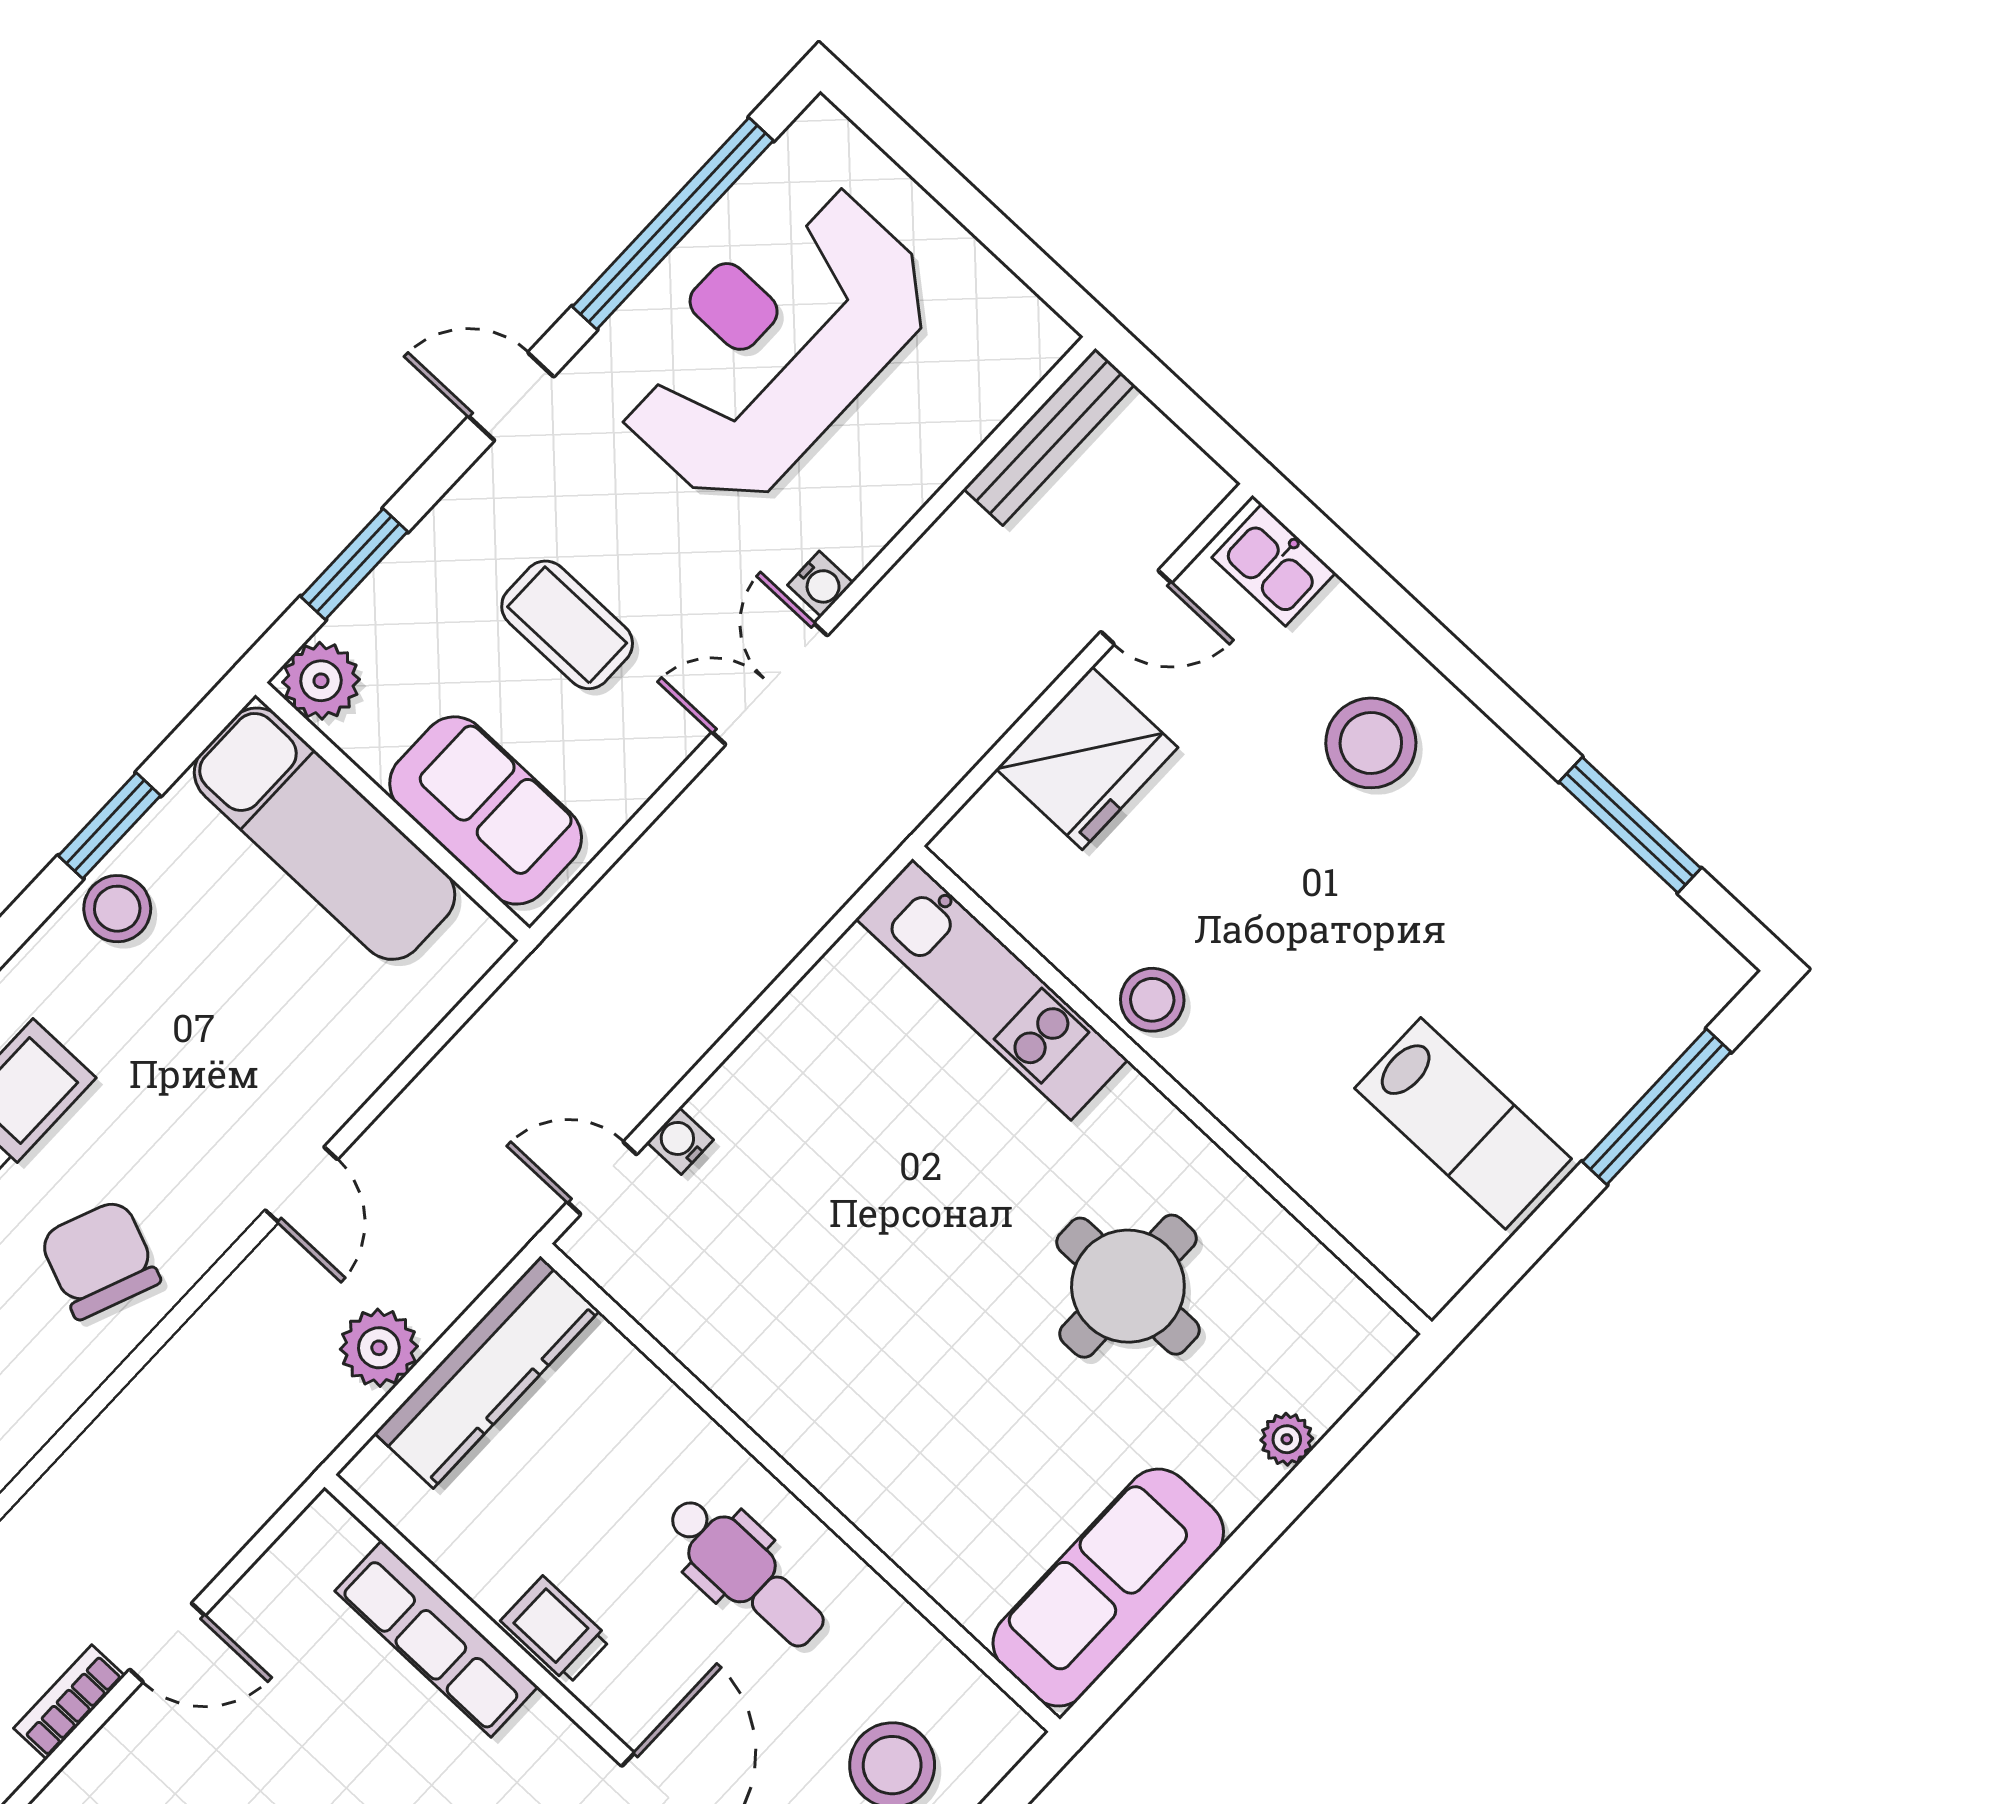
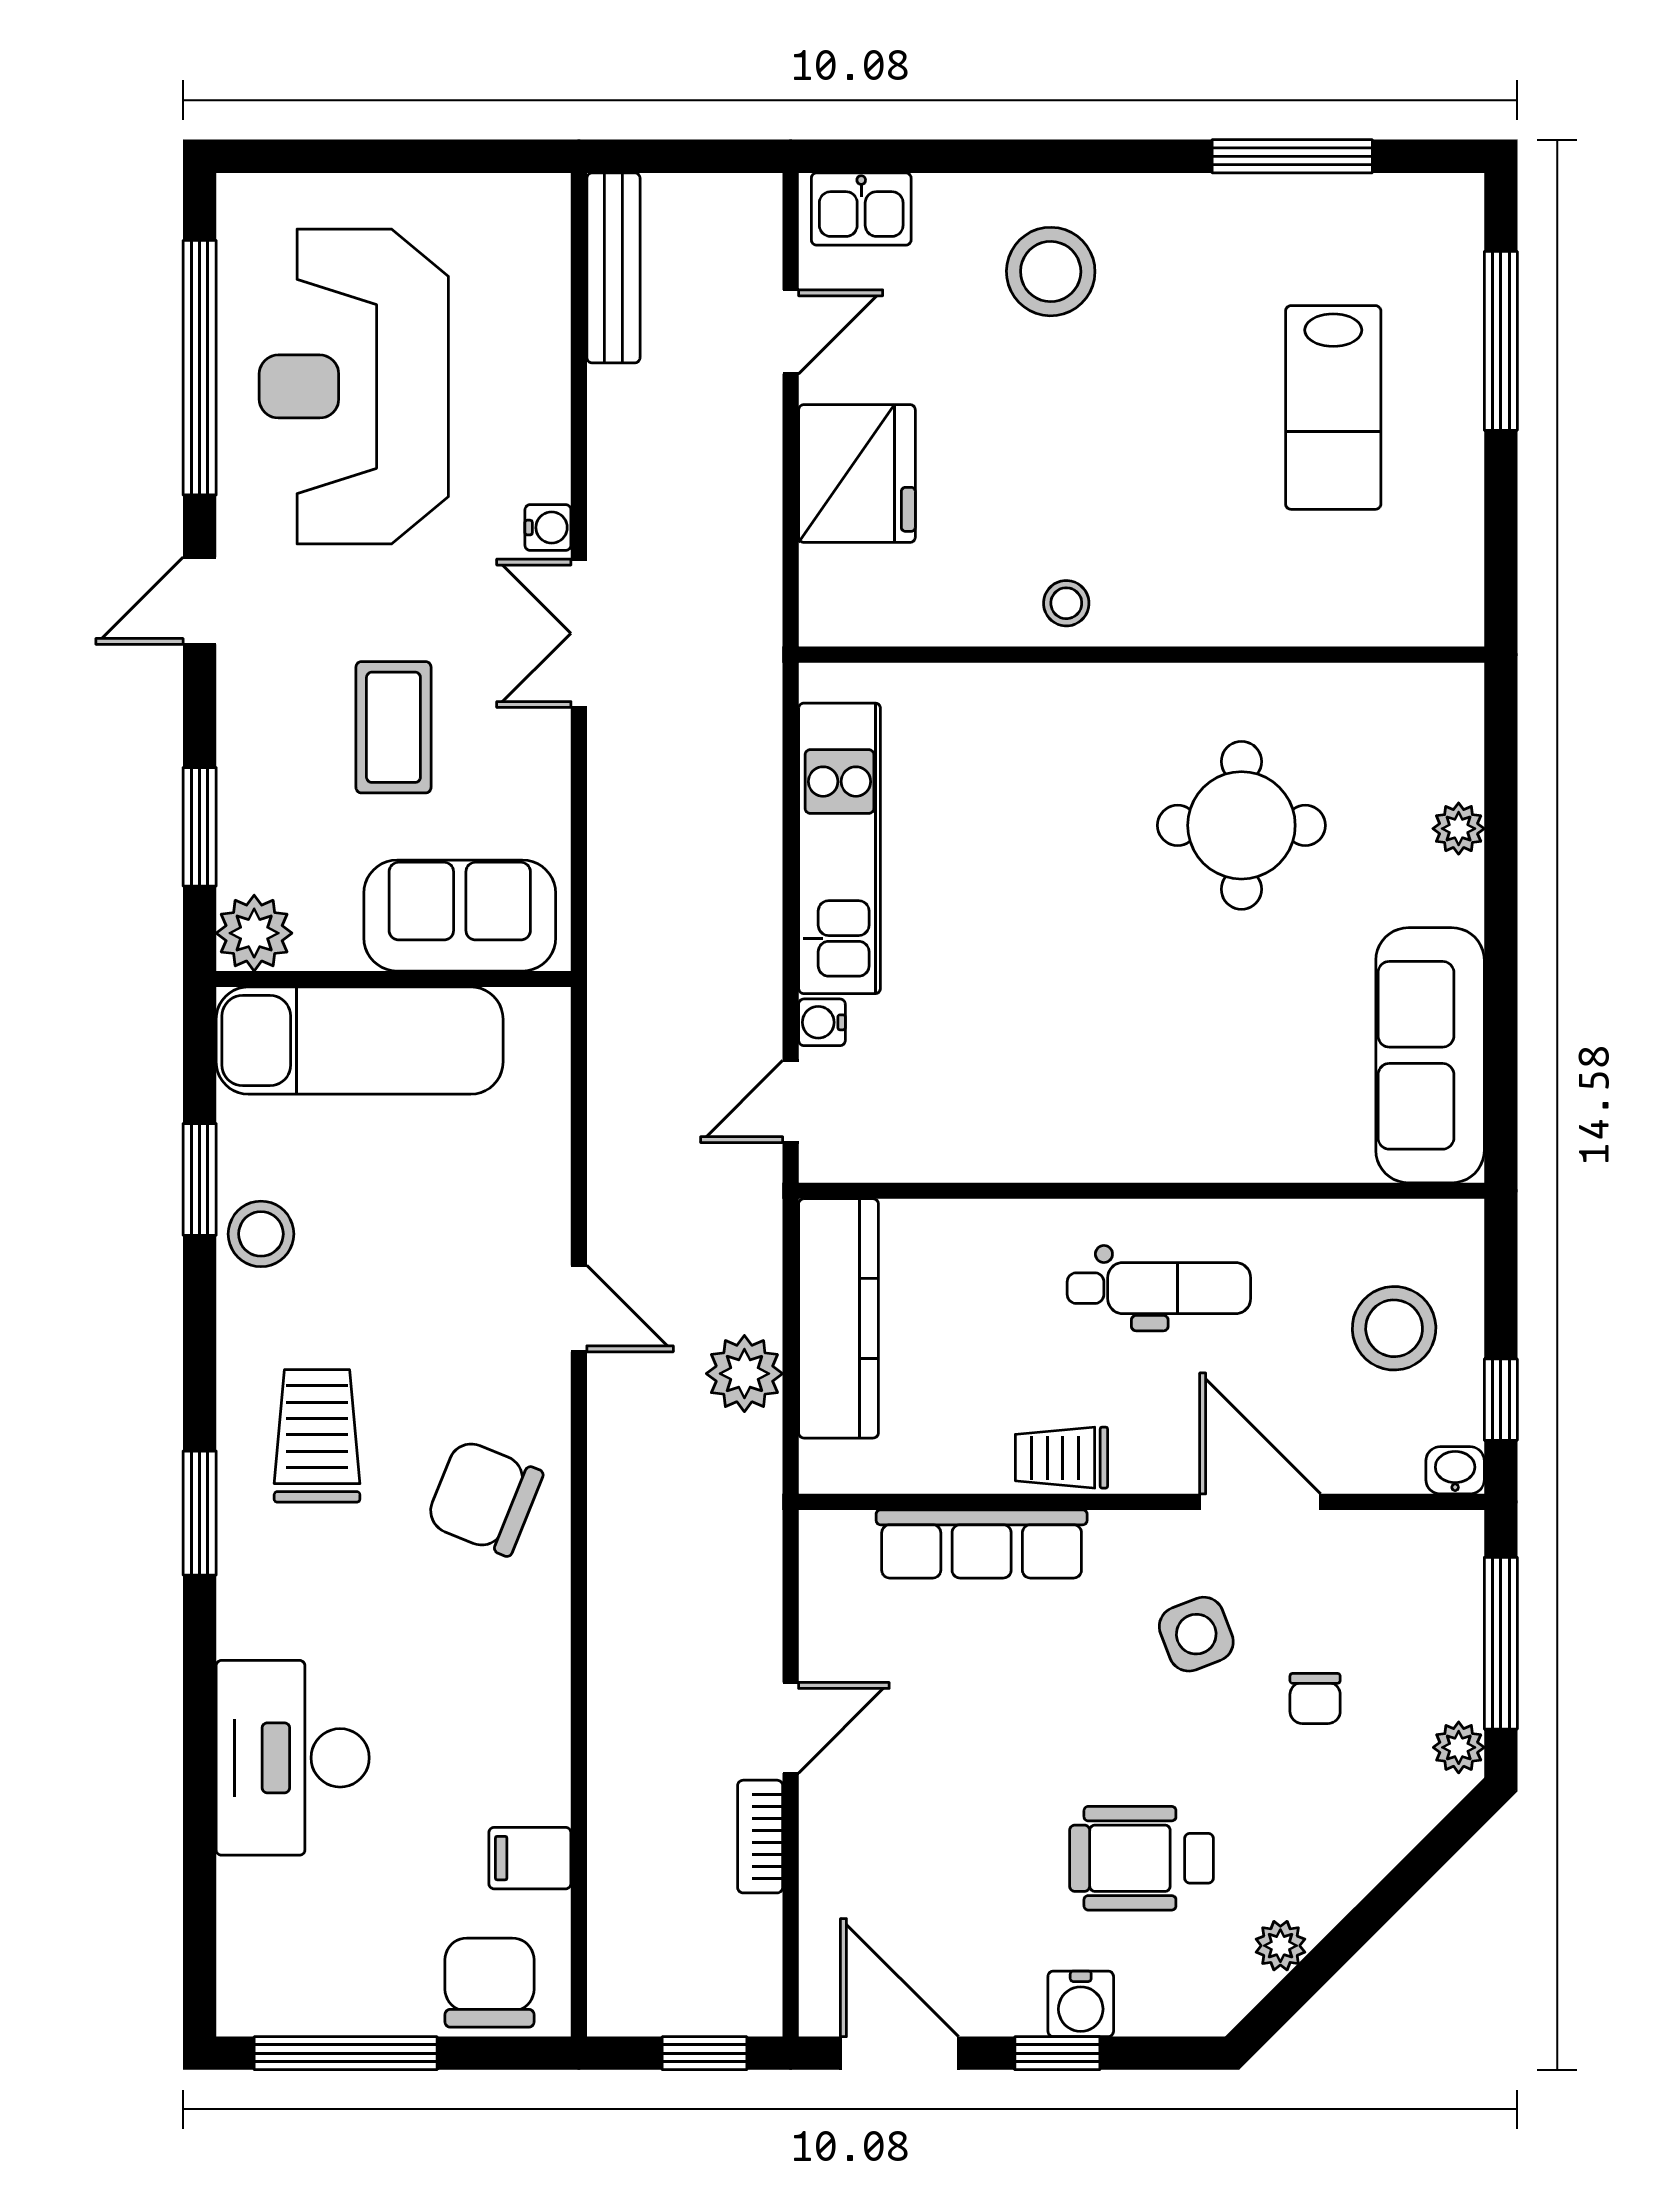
coffee table: (567, 625) -> (393, 727), turned 90
kitchen unit: (992, 989) -> (840, 848), moved, turned -90
stool: (1152, 1000) -> (1066, 603), width x0.73, depth x0.73
lab bench: (1463, 1123) -> (1333, 407), moved, turned 90

